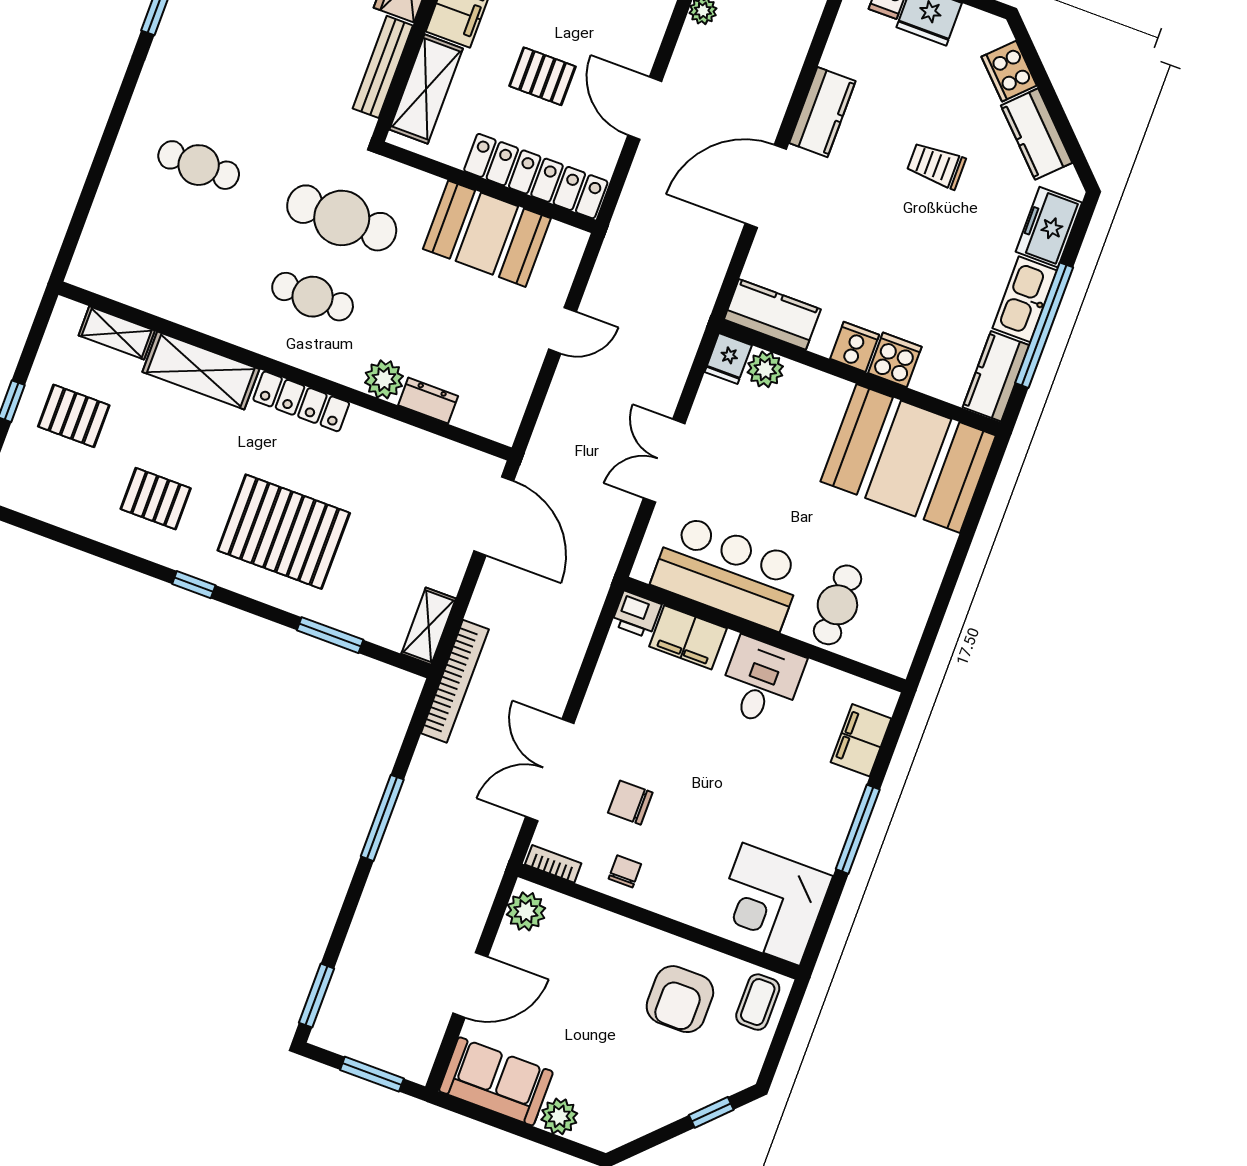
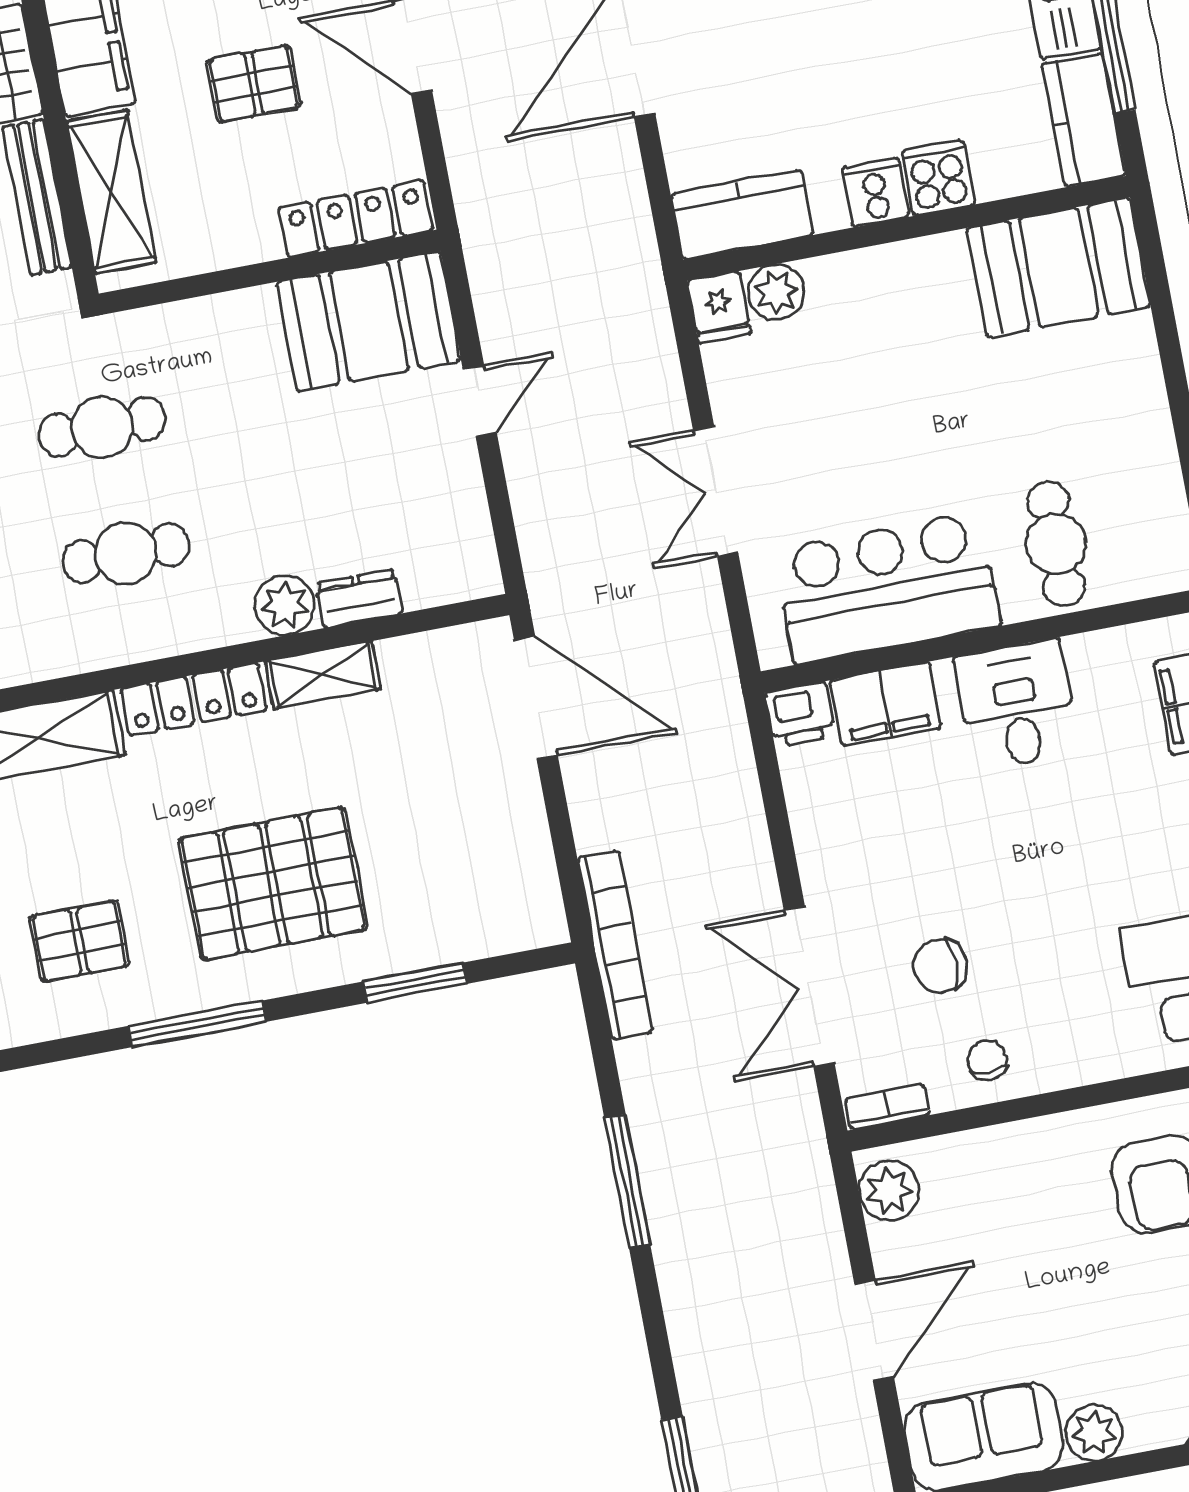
locker: (536, 176) -> (356, 219), width x0.71, depth x0.83
cafe table: (342, 218) -> (102, 427), width x0.73, depth x0.74
booth: (487, 234) -> (369, 321), moved
booth: (908, 458) -> (1059, 268), width x0.73, depth x0.70
window: (194, 585) -> (197, 1024), width x2.17
shelving: (429, 626) -> (323, 675), moved, turned 90

